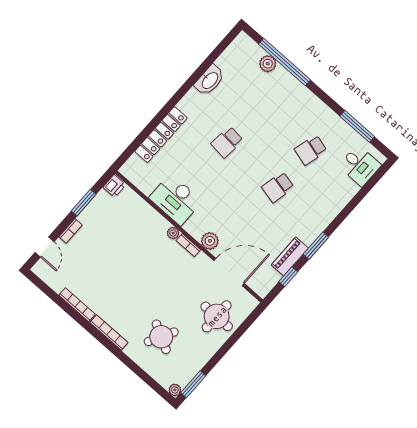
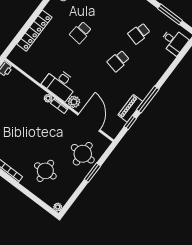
desk: (176, 200) -> (60, 84), moved
window: (316, 246) -> (148, 99), width x1.44
door: (229, 272) -> (89, 122), hinge flipped
round table: (161, 337) -> (45, 171), turned -31
window: (193, 384) -> (92, 173), moved

